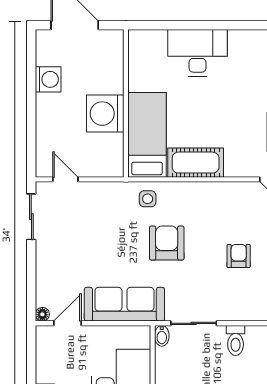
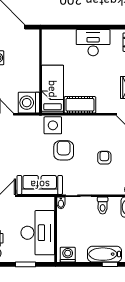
desk: (198, 53) -> (93, 43), moved
washing machine: (105, 114) -> (29, 103), moved
side table: (148, 199) -> (53, 125), width x1.87, depth x1.87

